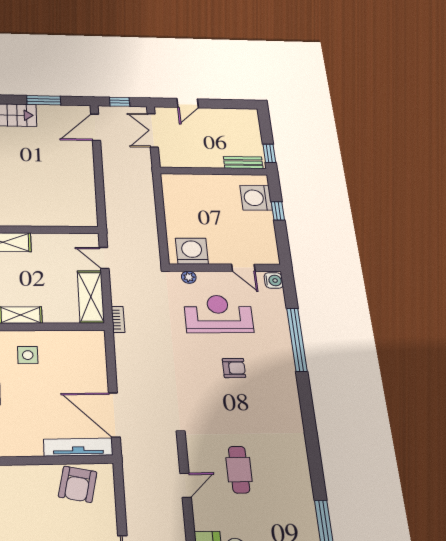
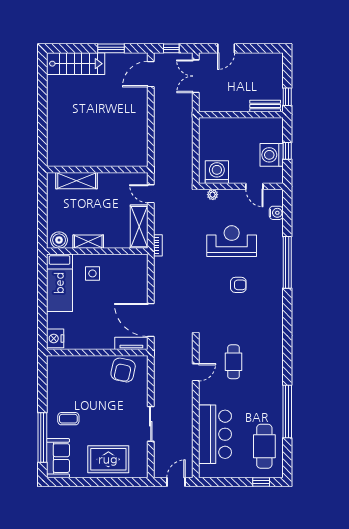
washing machine: (256, 198) -> (272, 155), moved
washing machine: (192, 251) -> (217, 172), moved
wall: (225, 268) -> (241, 186), moved
door: (243, 268) -> (254, 186), moved
plant: (189, 277) -> (213, 195), moved
tv unit: (78, 447) -> (131, 343), width x0.71

